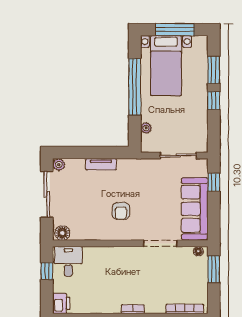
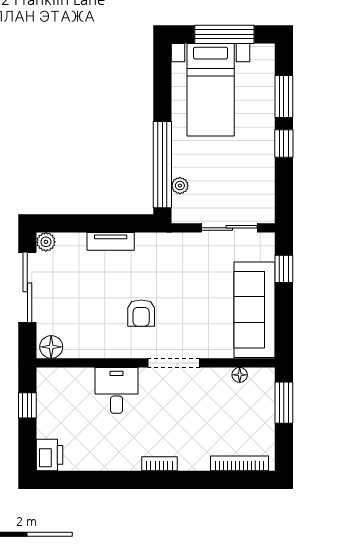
window: (135, 87) -> (162, 165), moved
doorway: (160, 243) -> (174, 363), moved
floor lamp: (198, 251) -> (240, 375), moved
desk: (68, 261) -> (117, 390), moved

